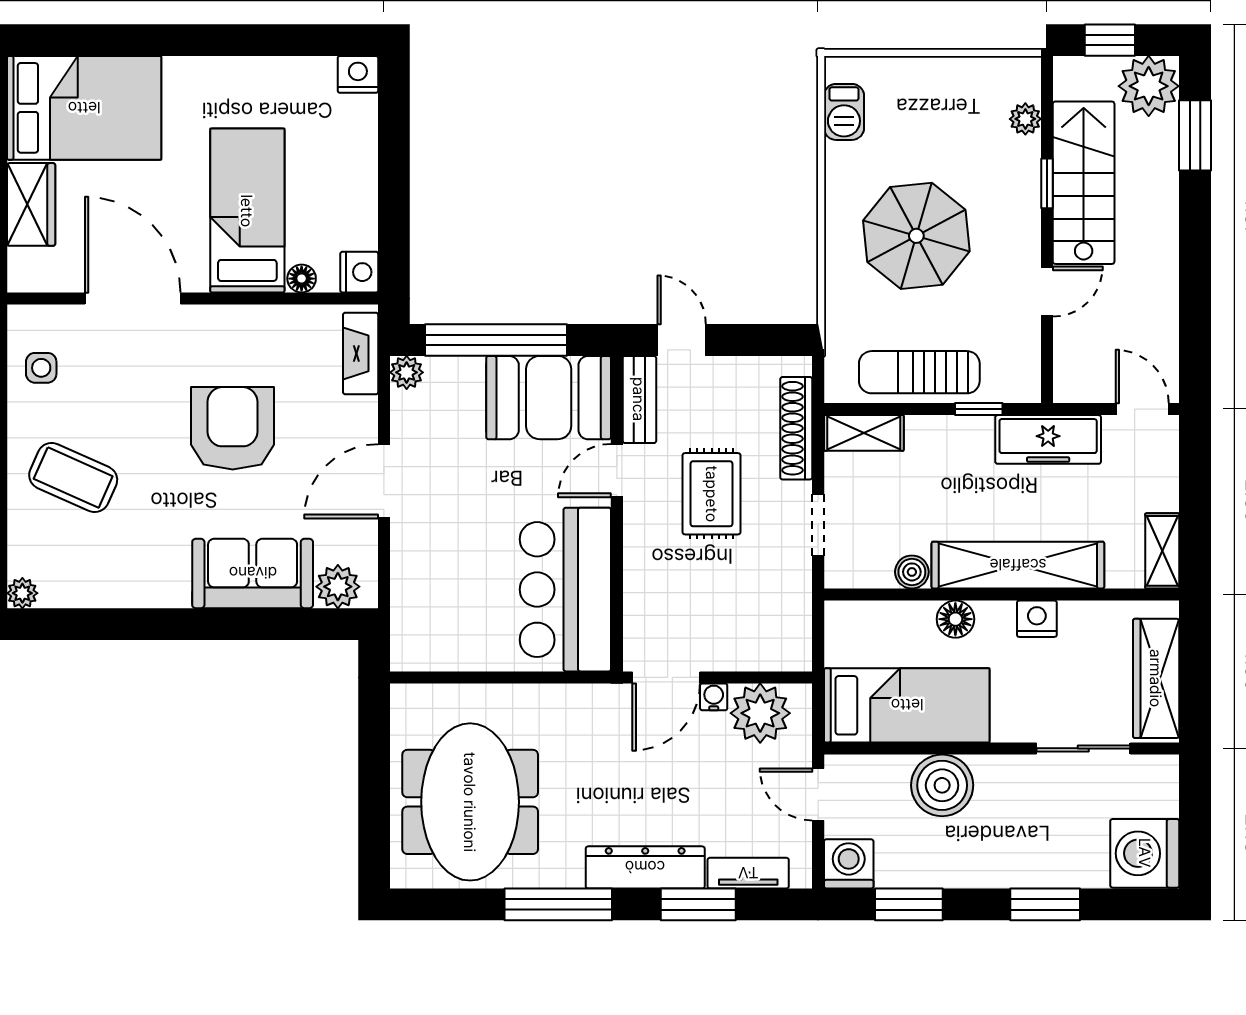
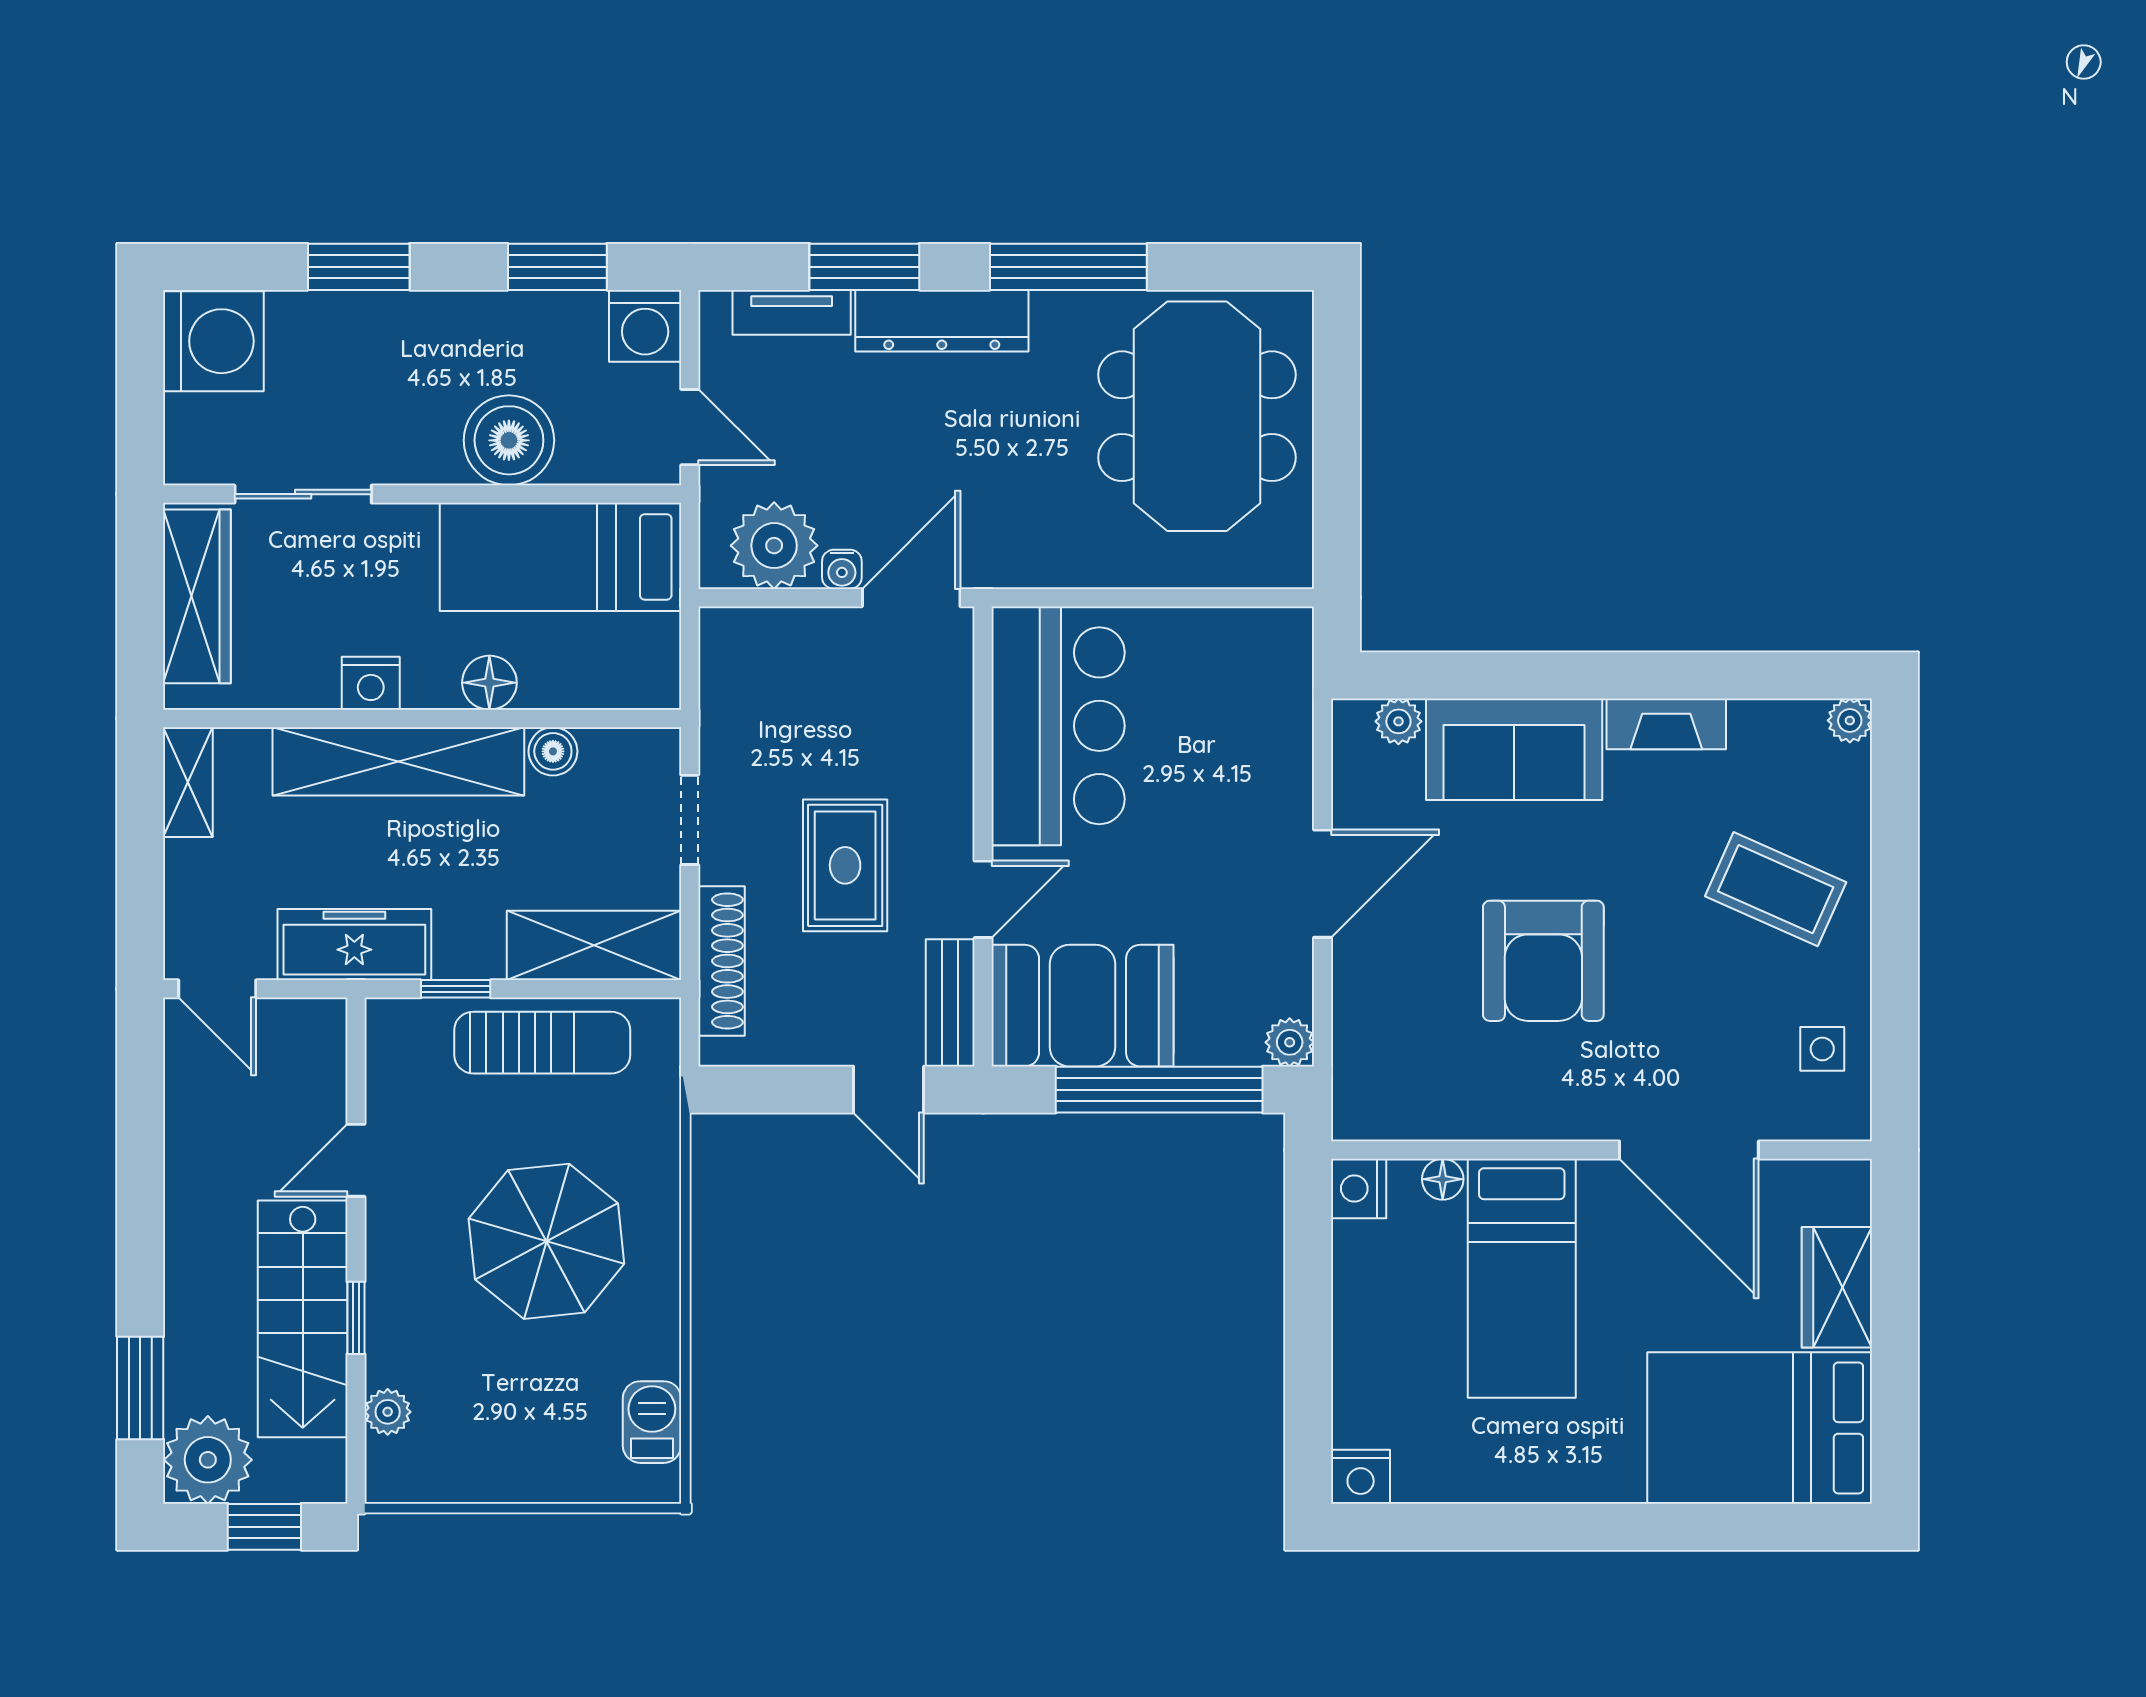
fireplace: (361, 353) -> (1666, 724), moved, turned 90
shelving: (864, 433) -> (594, 945), width x1.50, depth x1.33
plant: (338, 587) -> (1398, 721), width x0.73, depth x0.73

